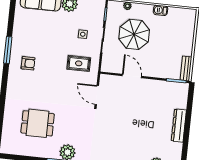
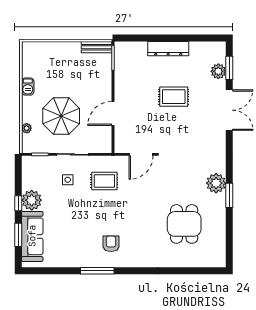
rug: (79, 63) -> (104, 181), turned 90
rug: (140, 126) -> (174, 97), added

